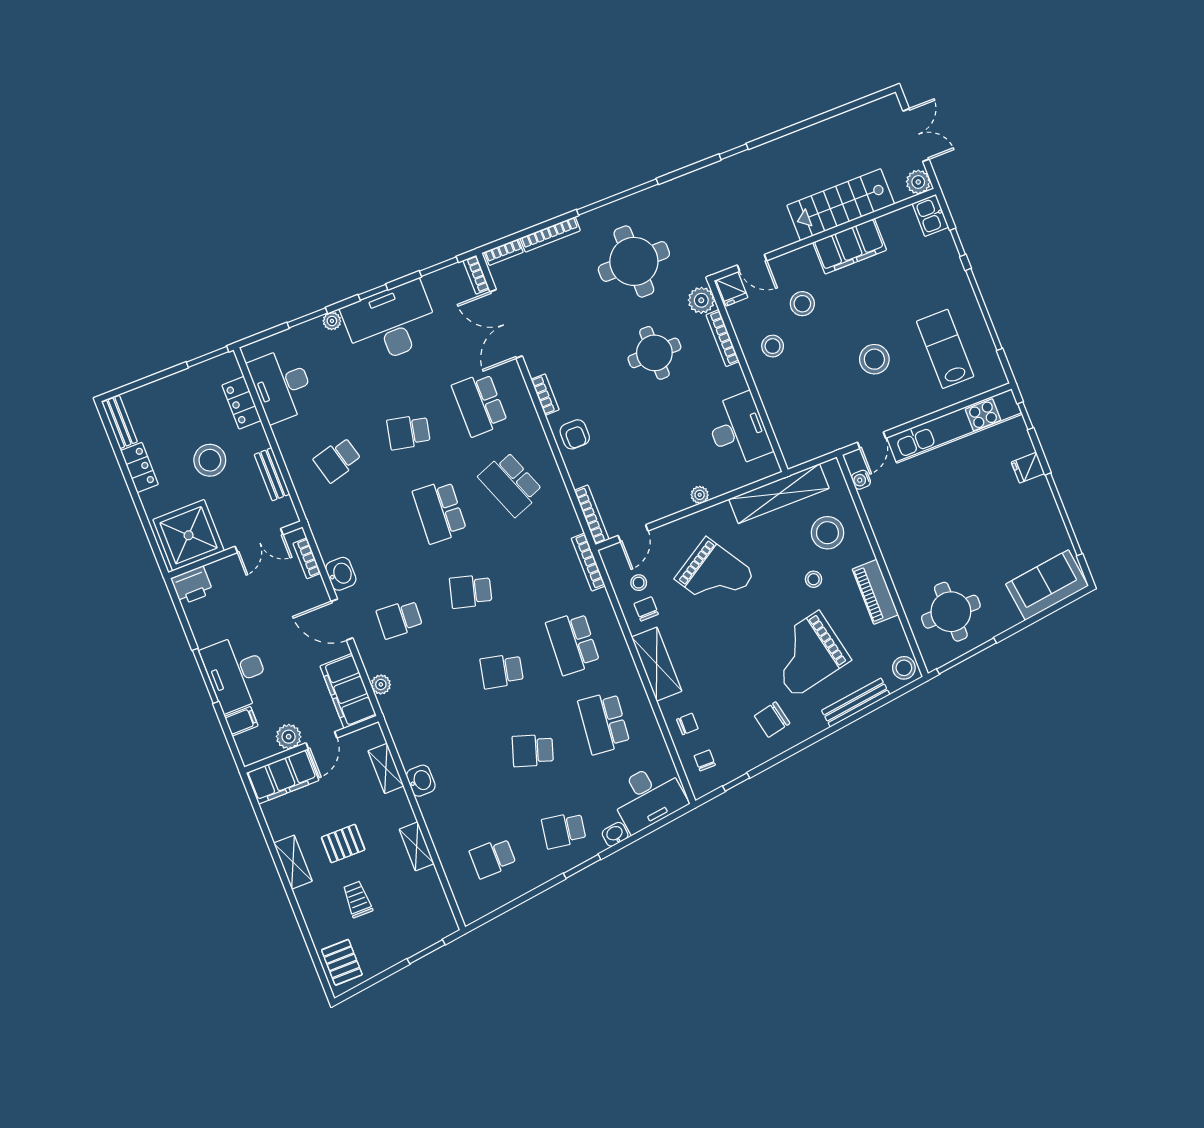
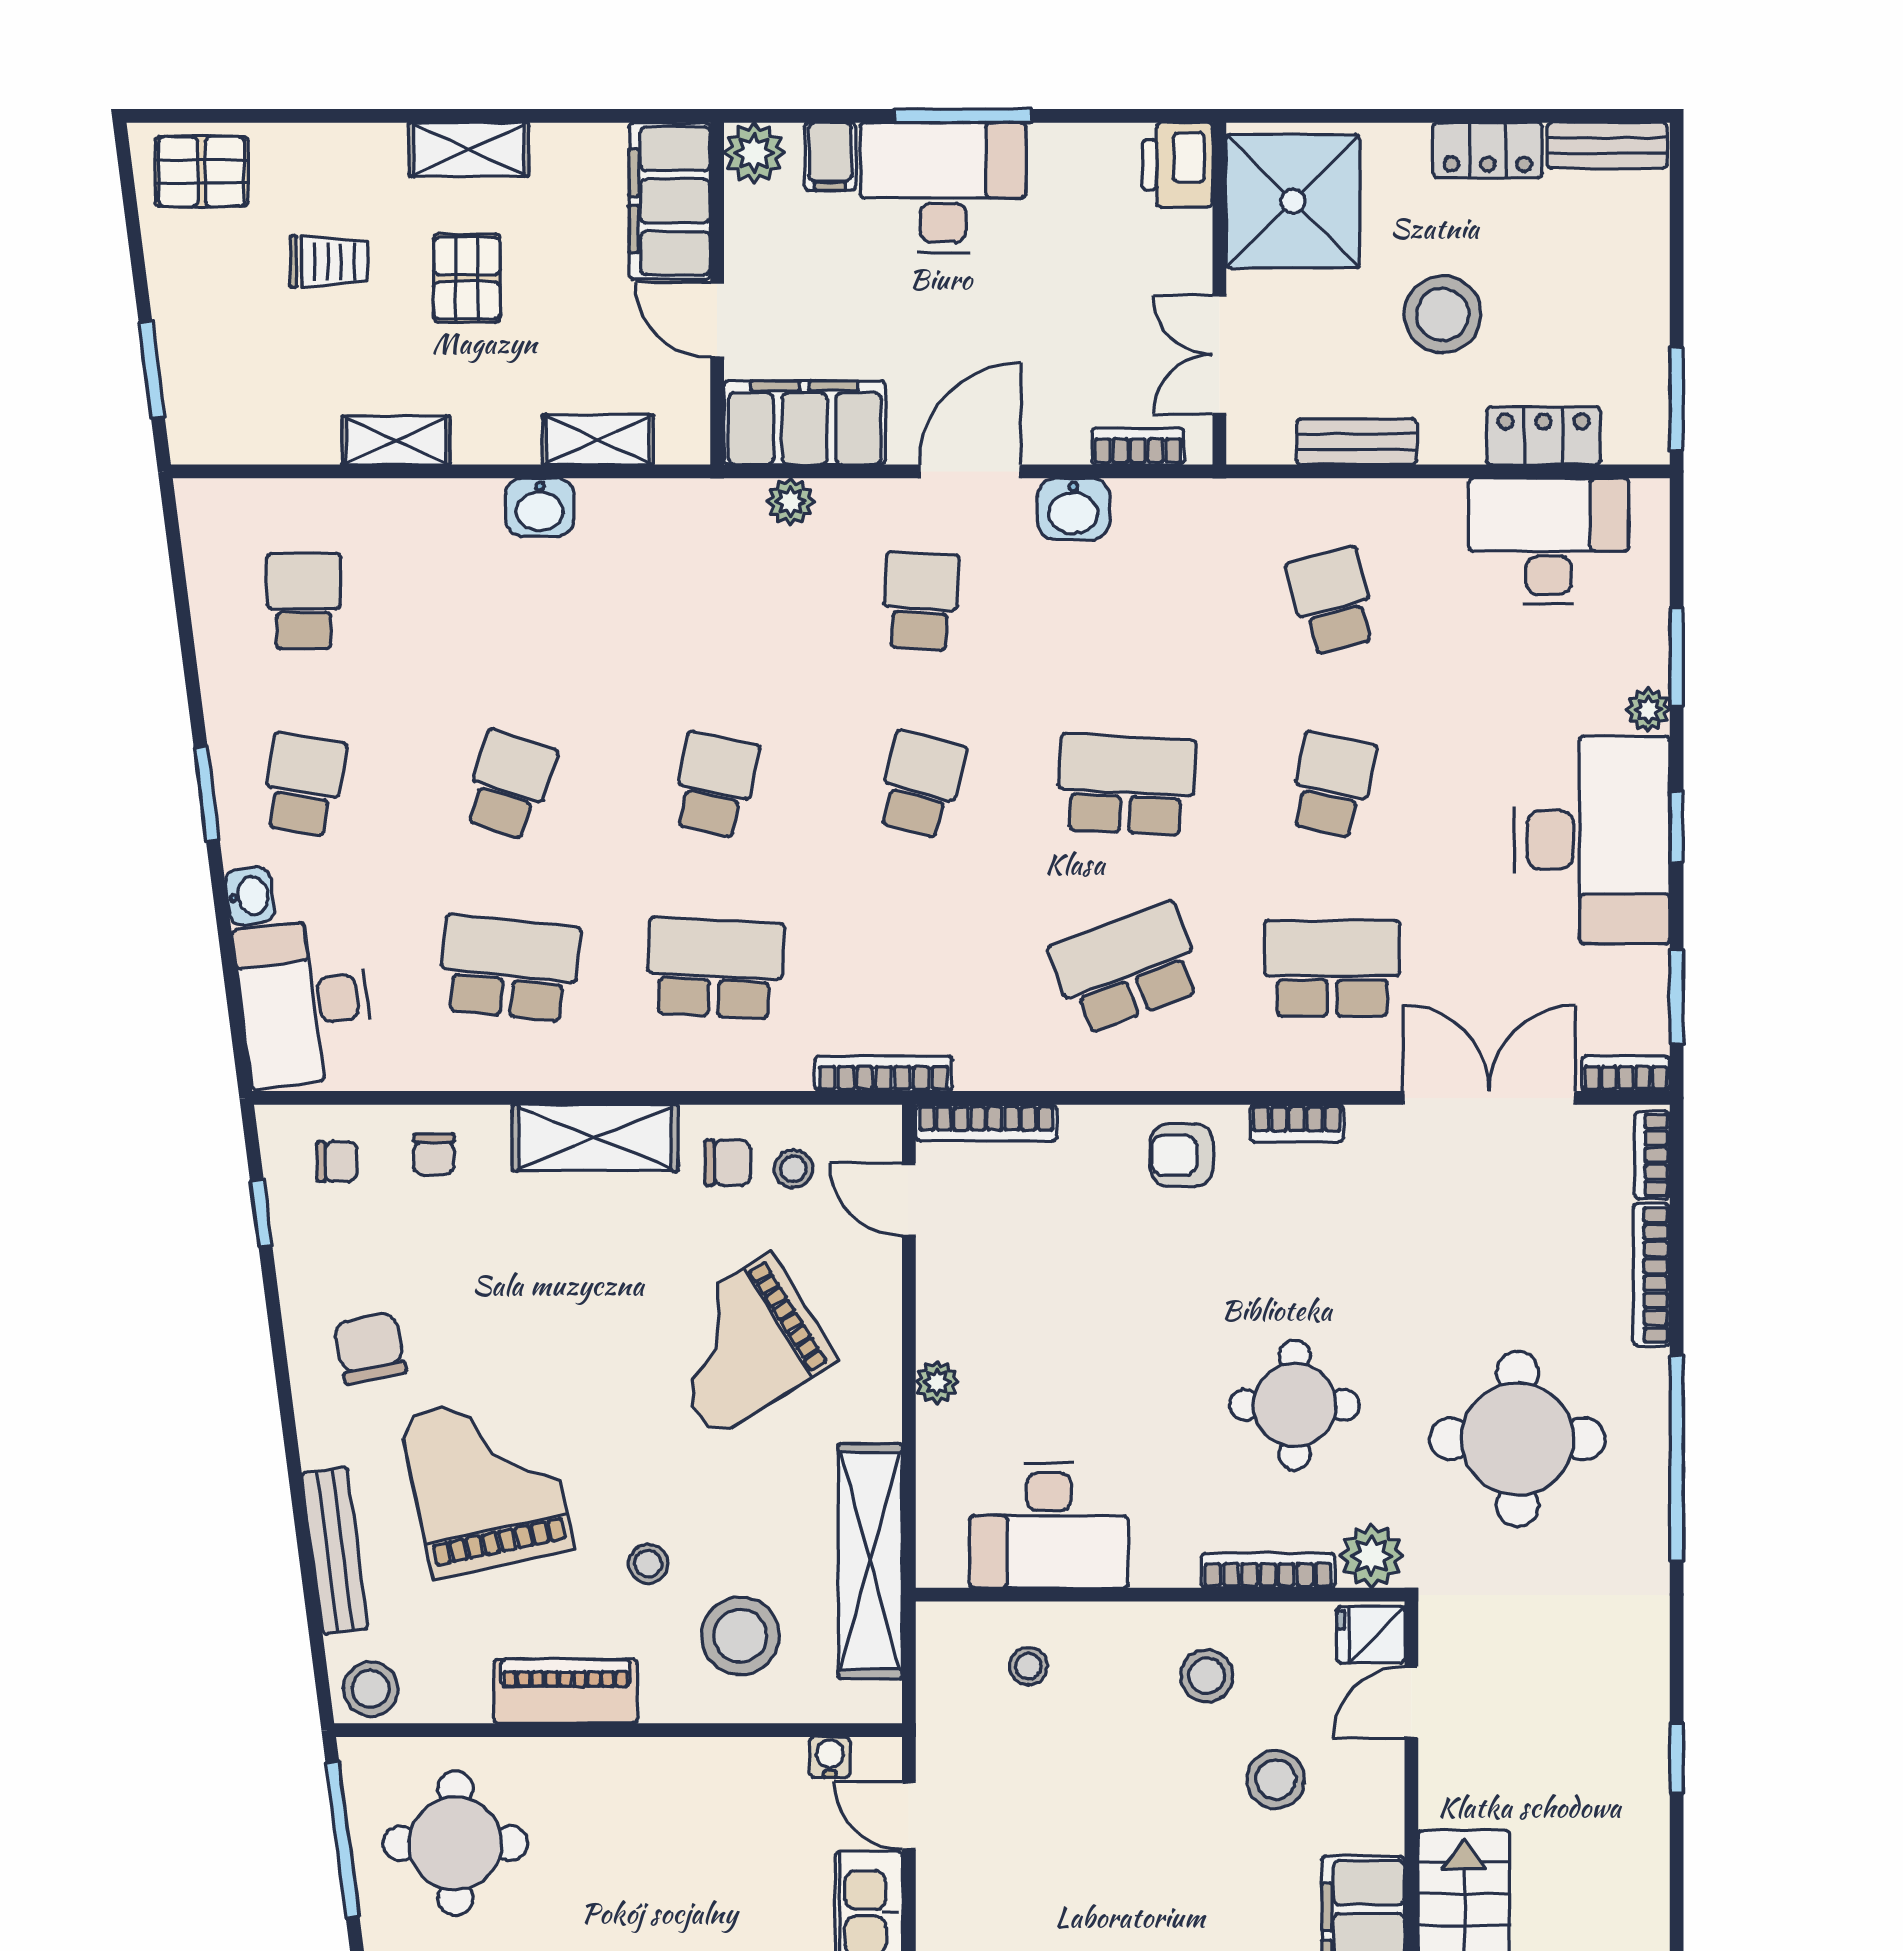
stool: (874, 359) -> (1028, 1666), moved, width x0.53, depth x0.53
plant: (289, 737) -> (754, 153), moved

